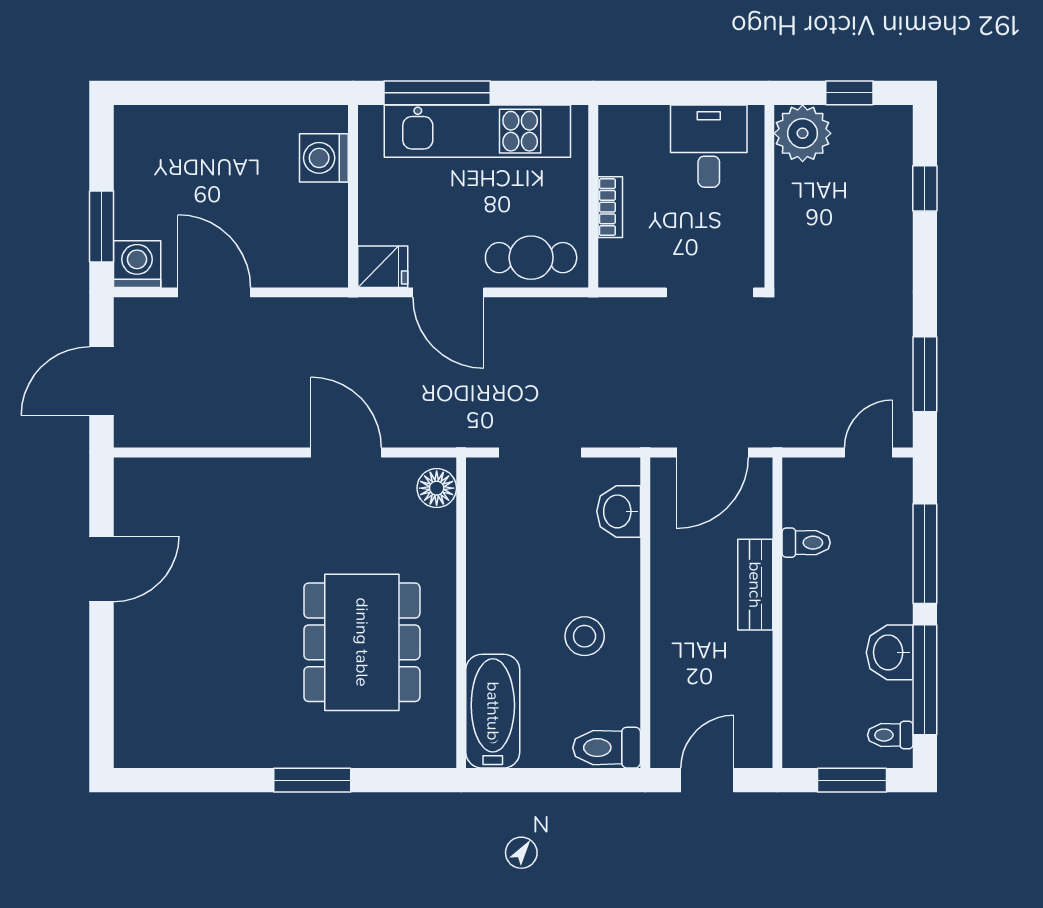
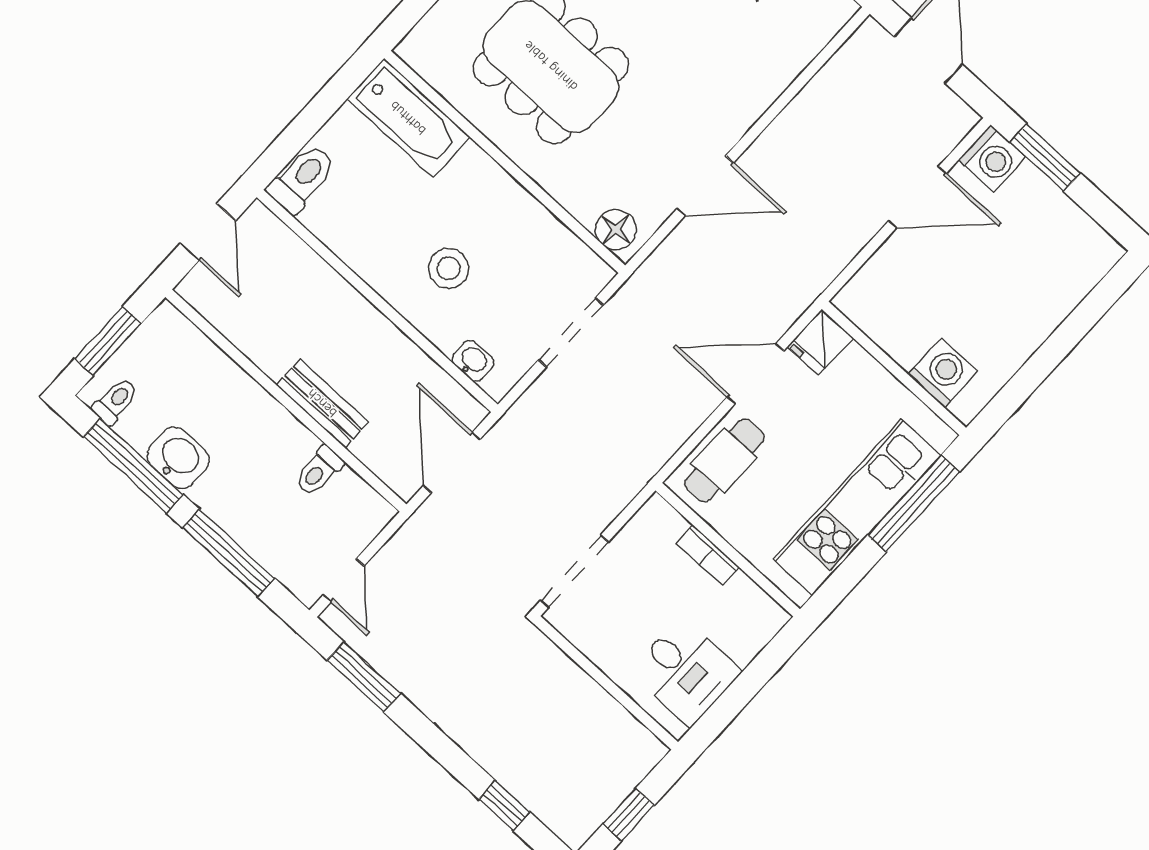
plant: (803, 133) -> (630, 751), removed
washbasin: (619, 511) -> (473, 361), width x0.72, depth x0.69
stool: (585, 636) -> (448, 268), moved

